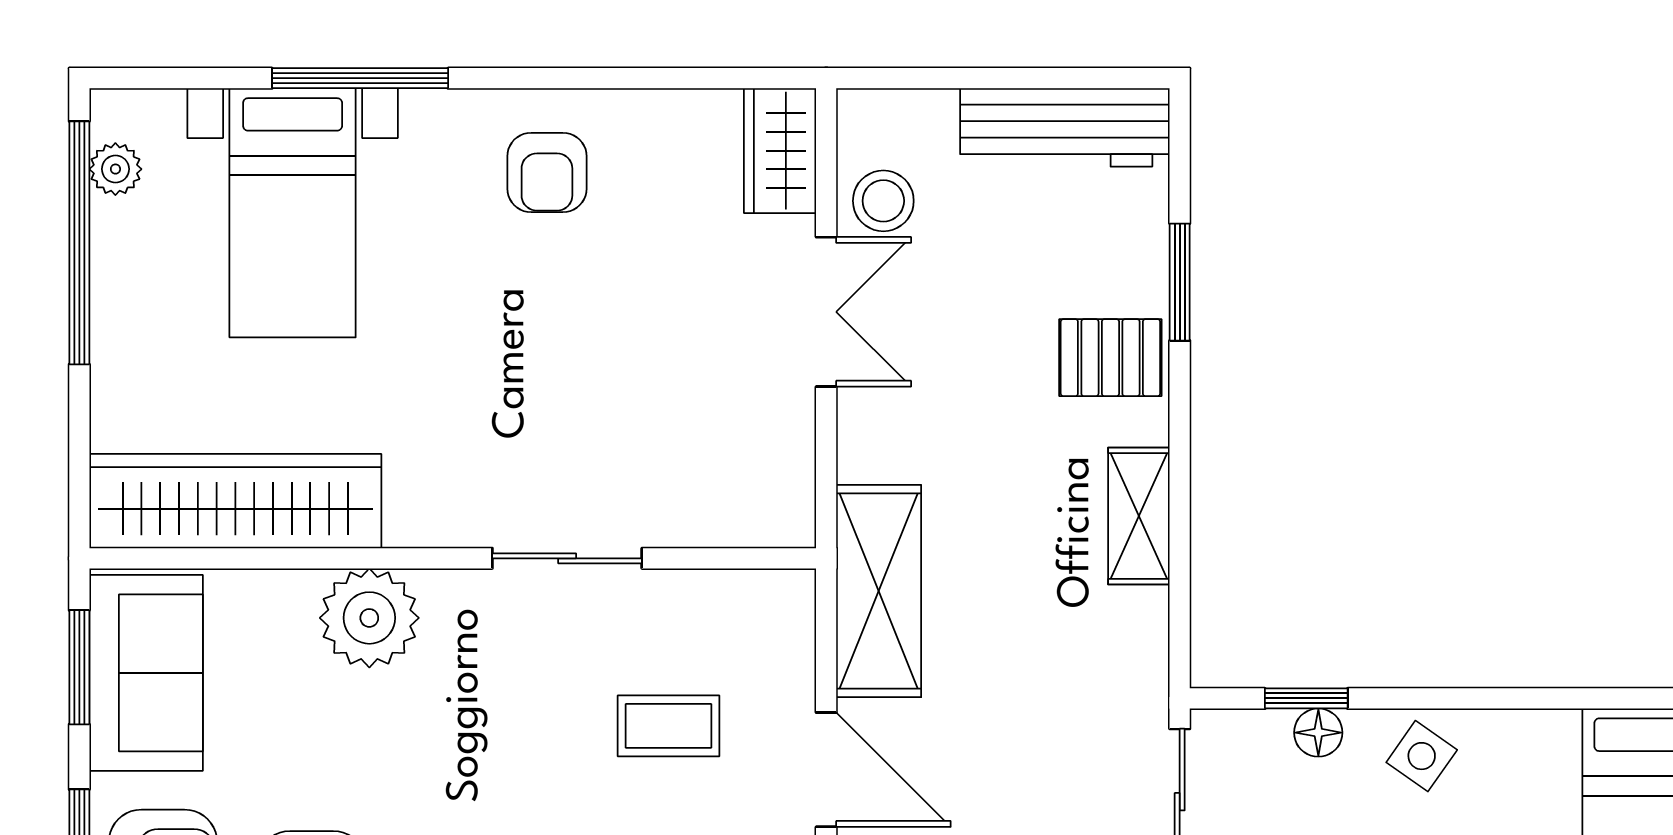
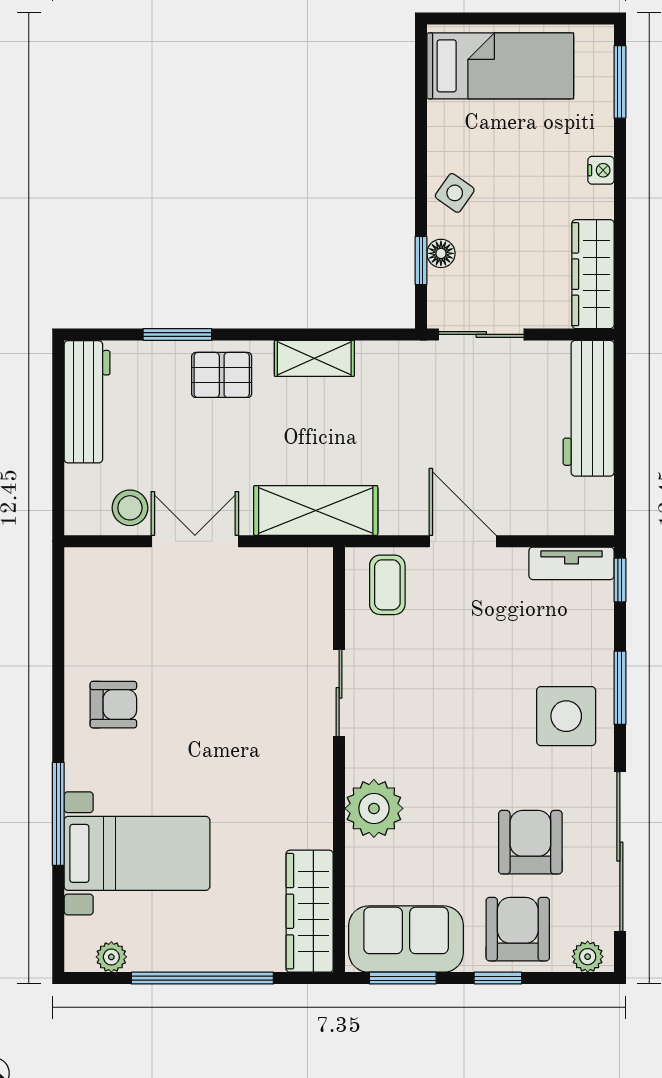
wardrobe: (780, 151) -> (101, 568), removed
window: (79, 243) -> (202, 978), moved
pallet: (1110, 358) -> (222, 375), turned 90
wardrobe: (235, 501) -> (310, 911), width x0.71, depth x0.85
shelving: (879, 591) -> (316, 511), moved
coffee table: (669, 726) -> (387, 585), moved
door: (826, 770) -> (463, 541), hinge flipped

